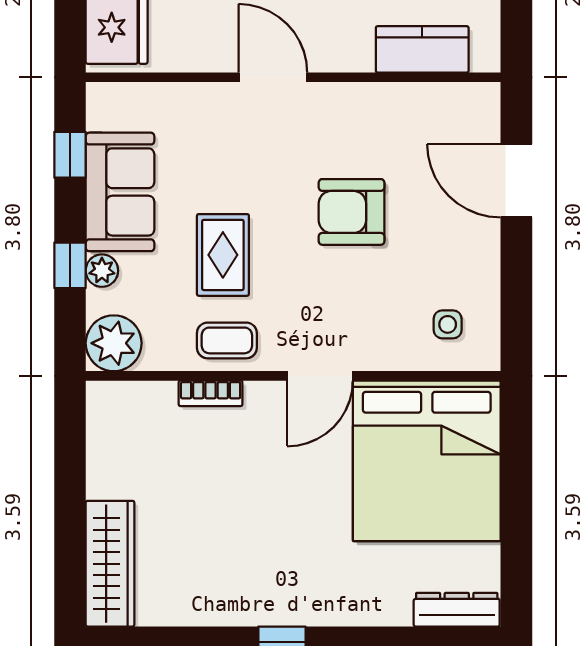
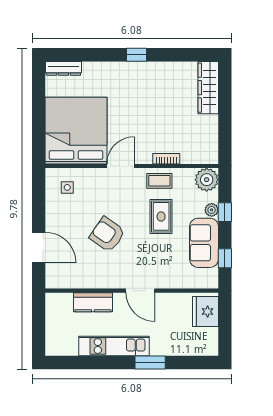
kitchen counter: (422, 49) -> (93, 302), moved
armchair: (352, 212) -> (107, 234), turned -145

